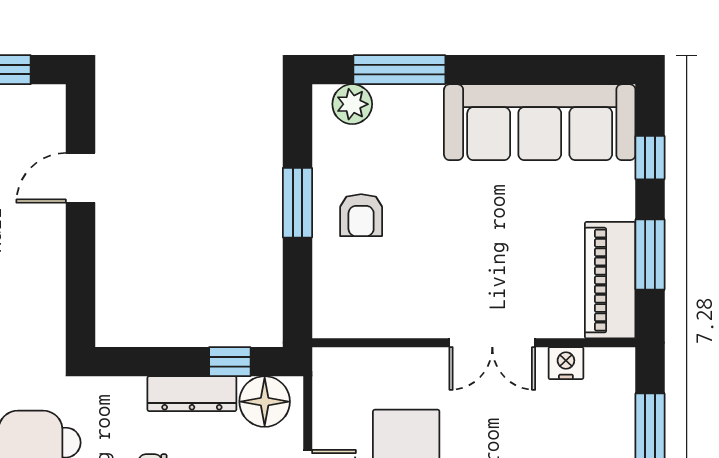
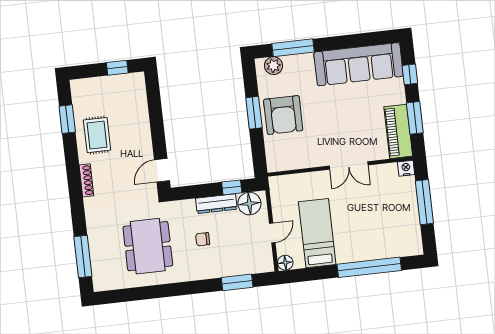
door: (81, 178) -> (162, 170), moved
armchair: (361, 215) -> (283, 115), width x1.88, depth x1.88
nightstand: (566, 363) -> (406, 168), moved

